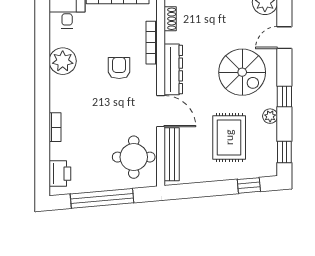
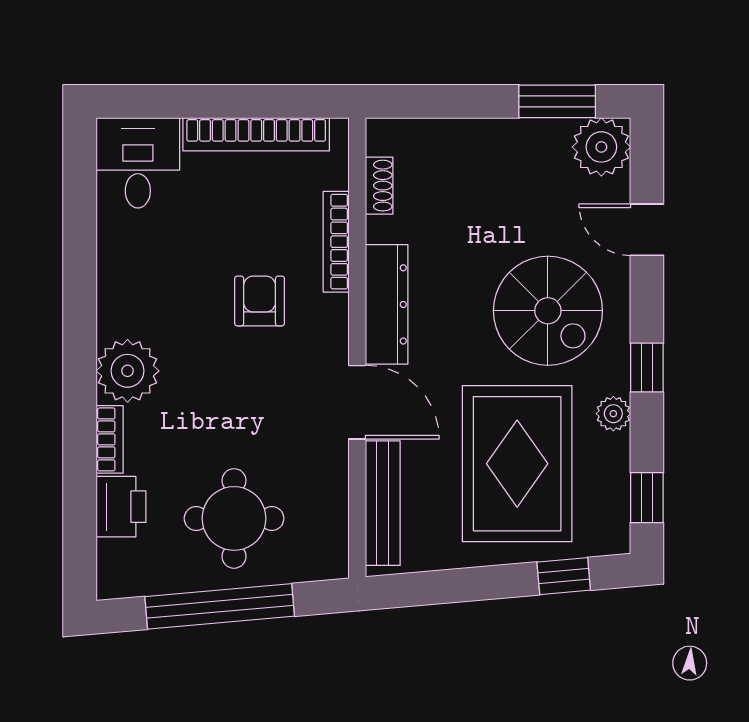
door: (284, 38) -> (647, 230), hinge flipped
plant: (63, 61) -> (128, 371), moved
rug: (229, 137) -> (517, 464), width x1.37, depth x1.44
round table: (134, 157) -> (234, 518), moved
printer: (60, 174) -> (121, 507), moved

